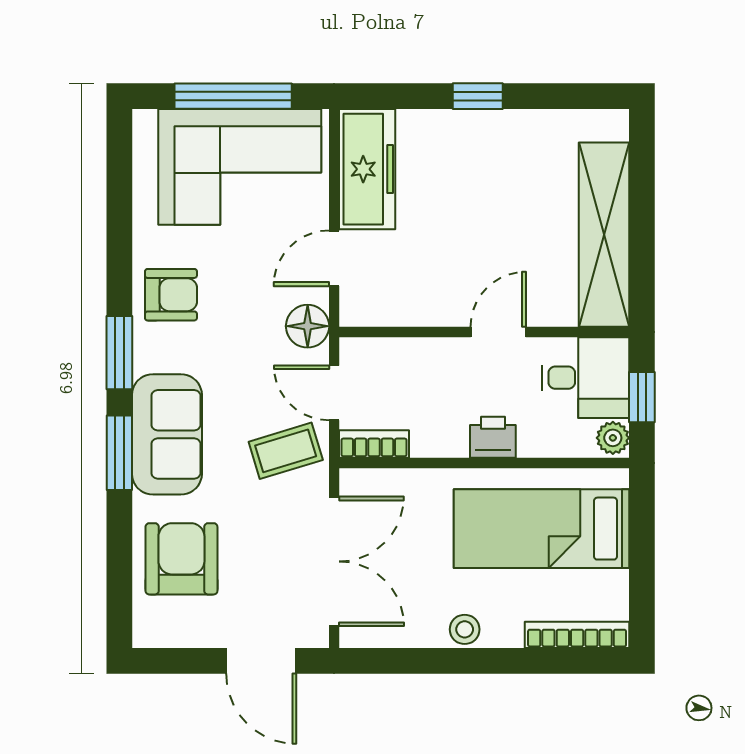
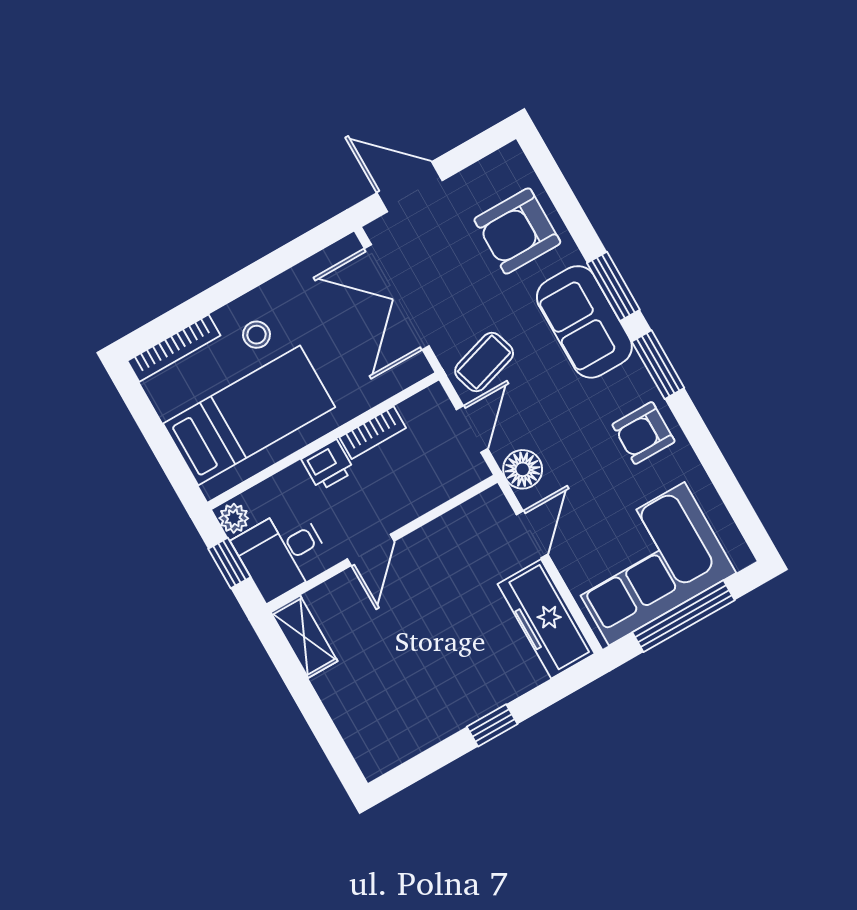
shelving: (604, 235) -> (304, 637), width x0.45, depth x0.75
door: (334, 393) -> (472, 429), hinge flipped
bookcase: (374, 444) -> (373, 433), moved
armchair: (181, 559) -> (517, 231), turned 90
stool: (465, 629) -> (256, 335), moved

